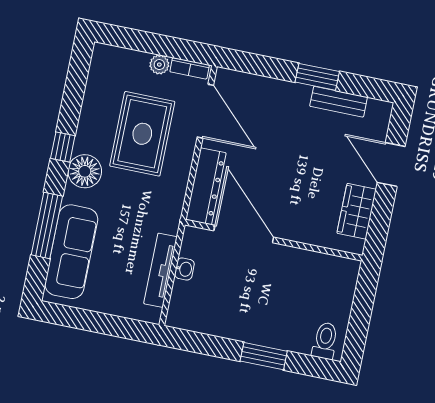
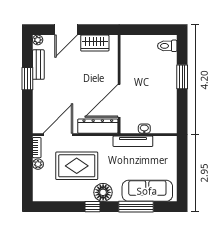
plant: (383, 109) -> (38, 40), added
tv unit: (160, 270) -> (133, 141), moved

